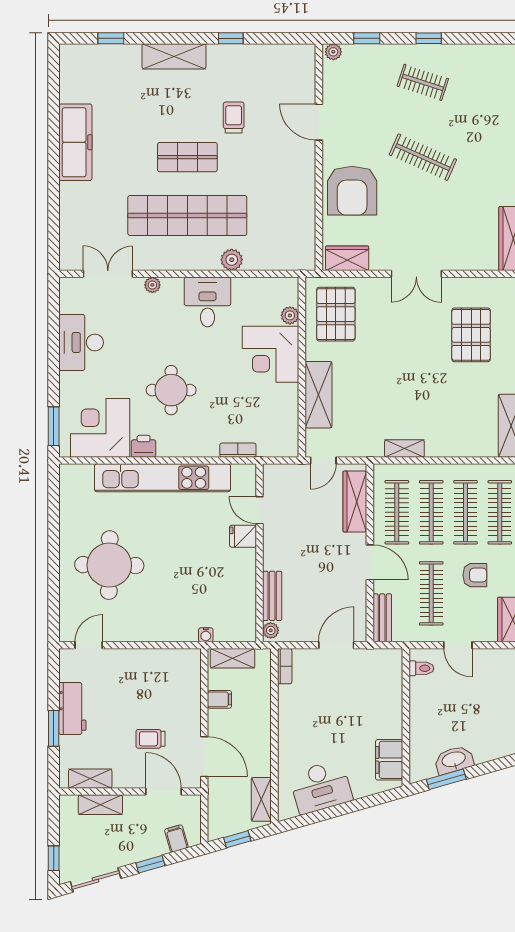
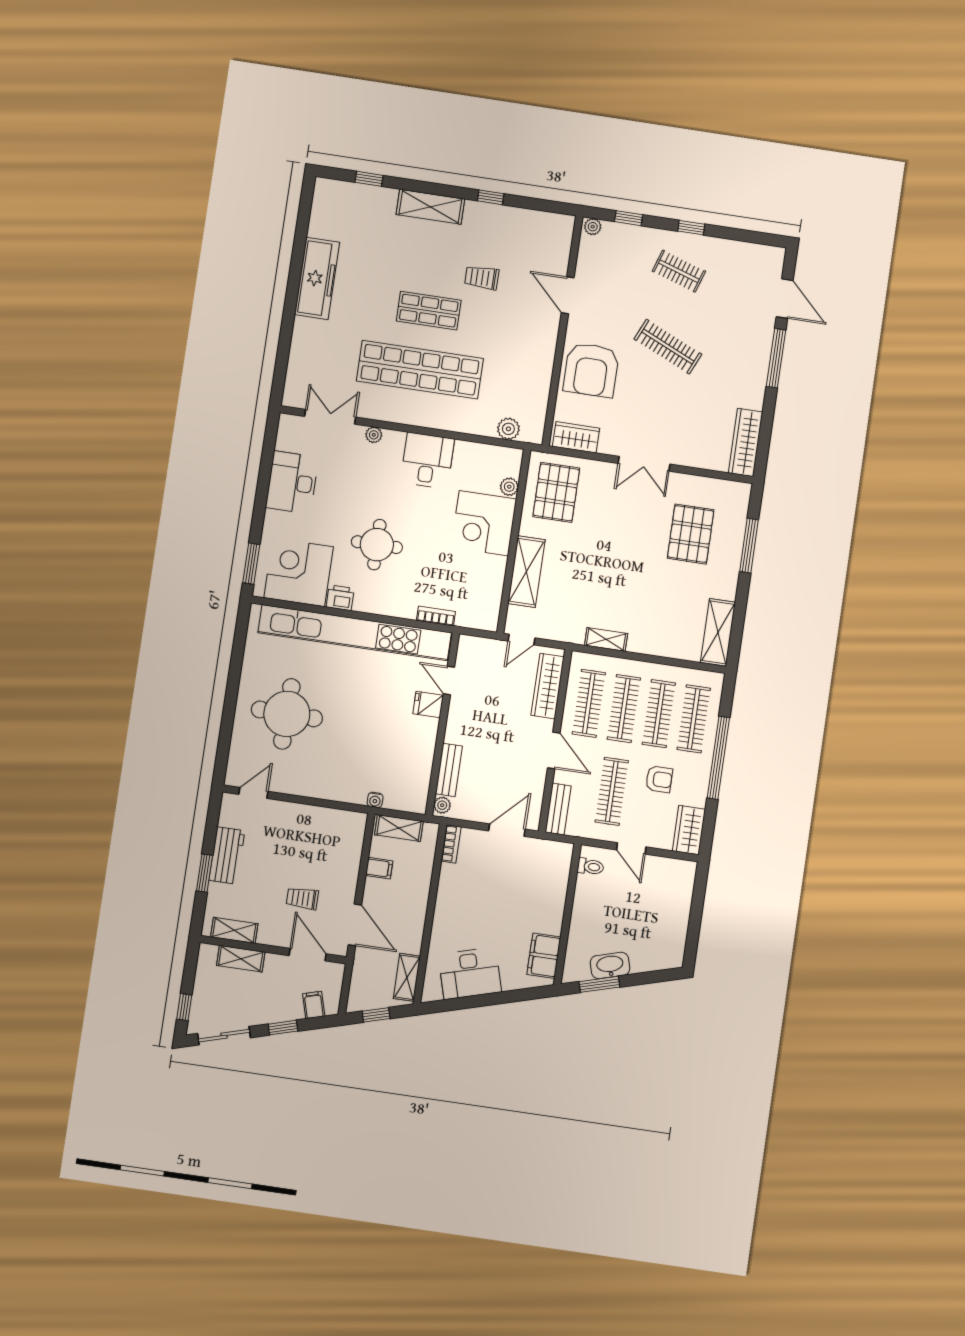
trolley: (234, 117) -> (482, 278), turned -90
plant: (232, 260) -> (508, 429), moved
kitchen unit: (162, 478) -> (355, 633), width x1.36

